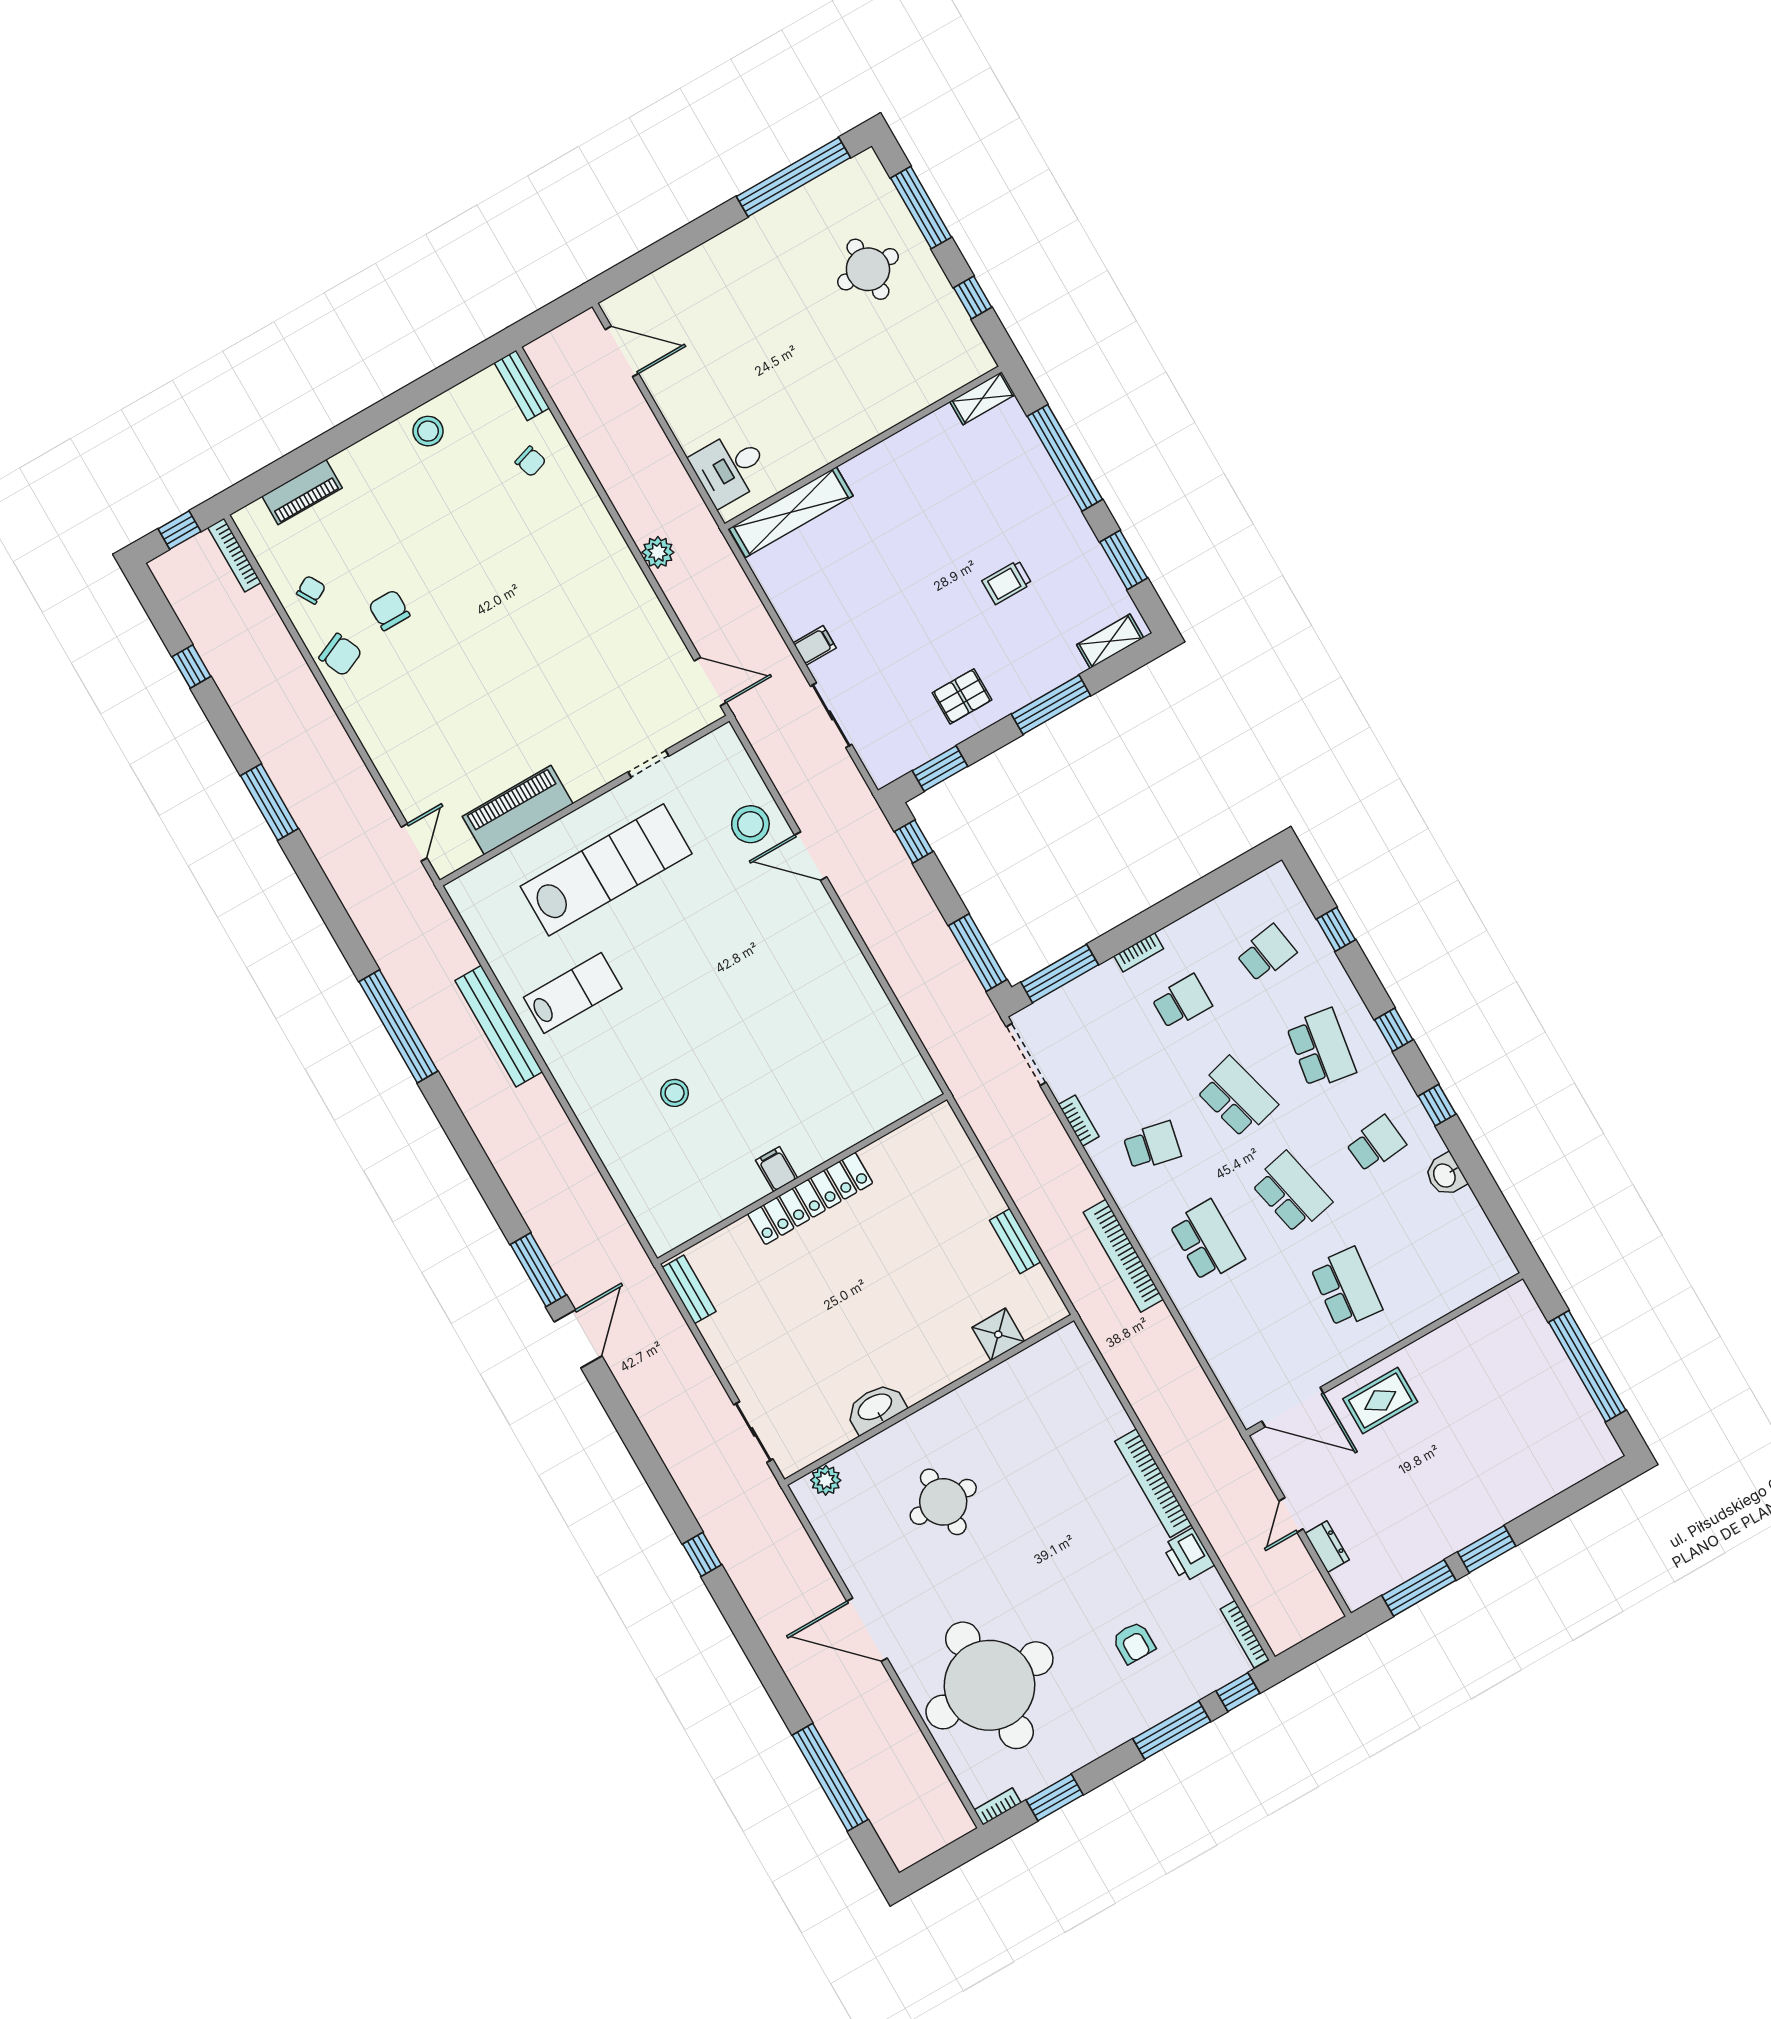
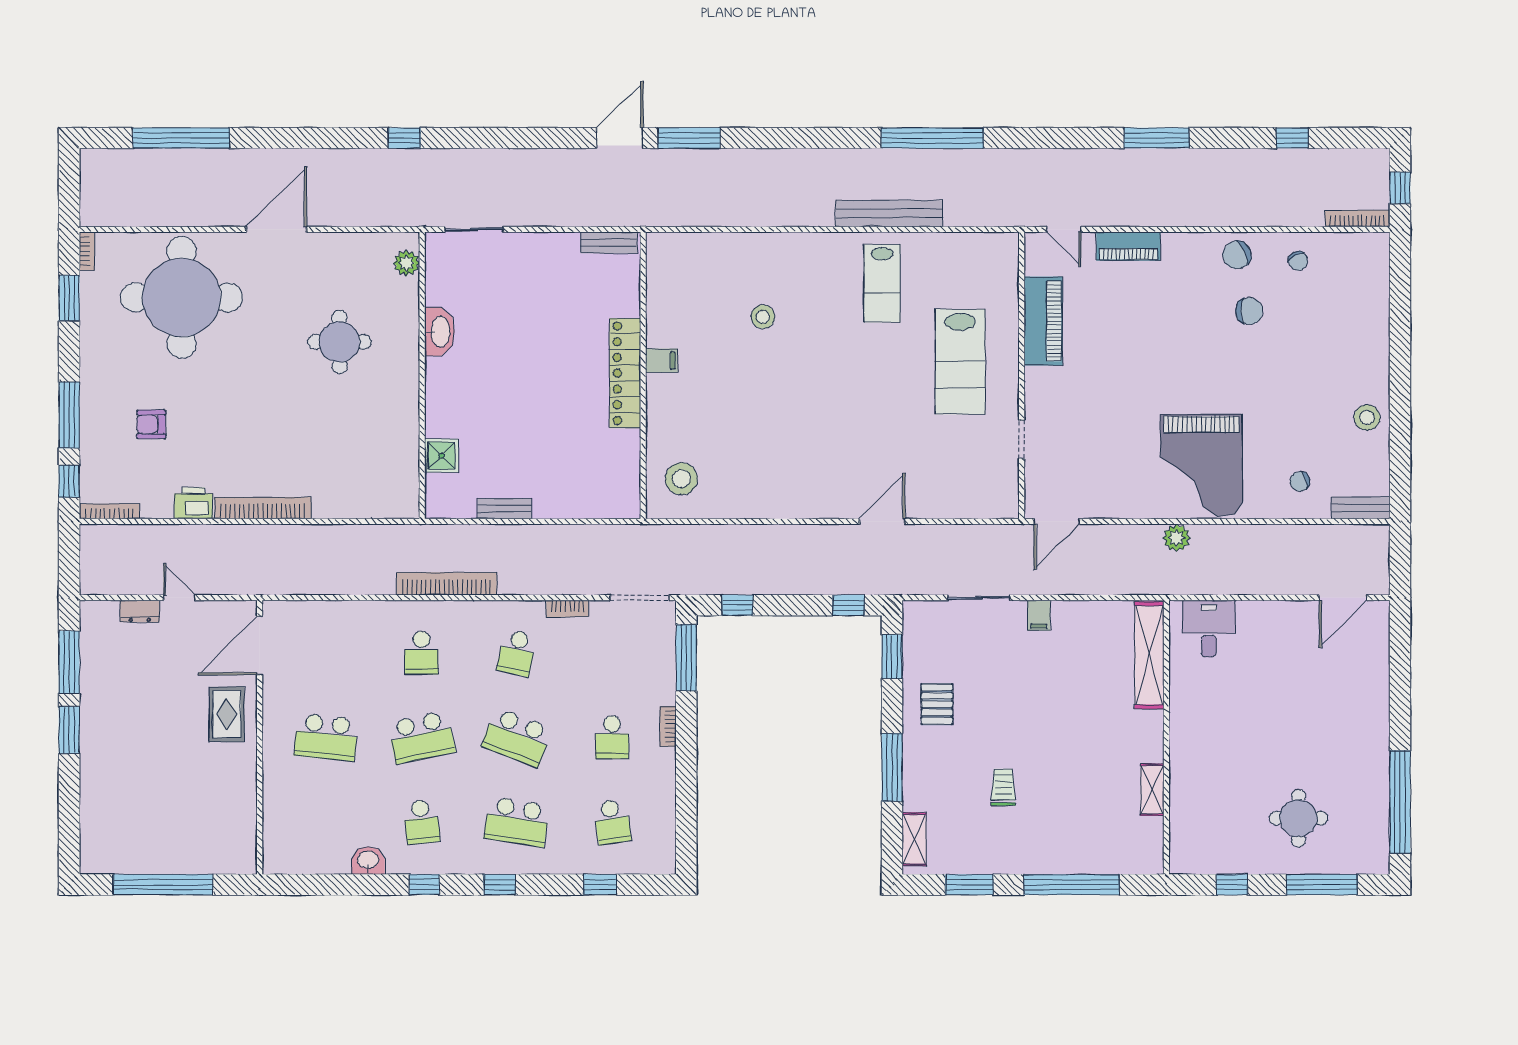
shelving: (982, 398) -> (1152, 790), moved
piano: (302, 492) -> (1128, 246), moved, turned -90
grand piano: (571, 569) -> (1201, 465), added
stool: (750, 824) -> (681, 479), moved
lab bench: (606, 870) -> (960, 362), width x0.73
window: (978, 953) -> (737, 605), width x0.46
school desk: (1237, 1097) -> (517, 737), turned 36
school desk: (1207, 1241) -> (421, 653), width x0.54
door: (578, 1339) -> (620, 138), swing flipped

